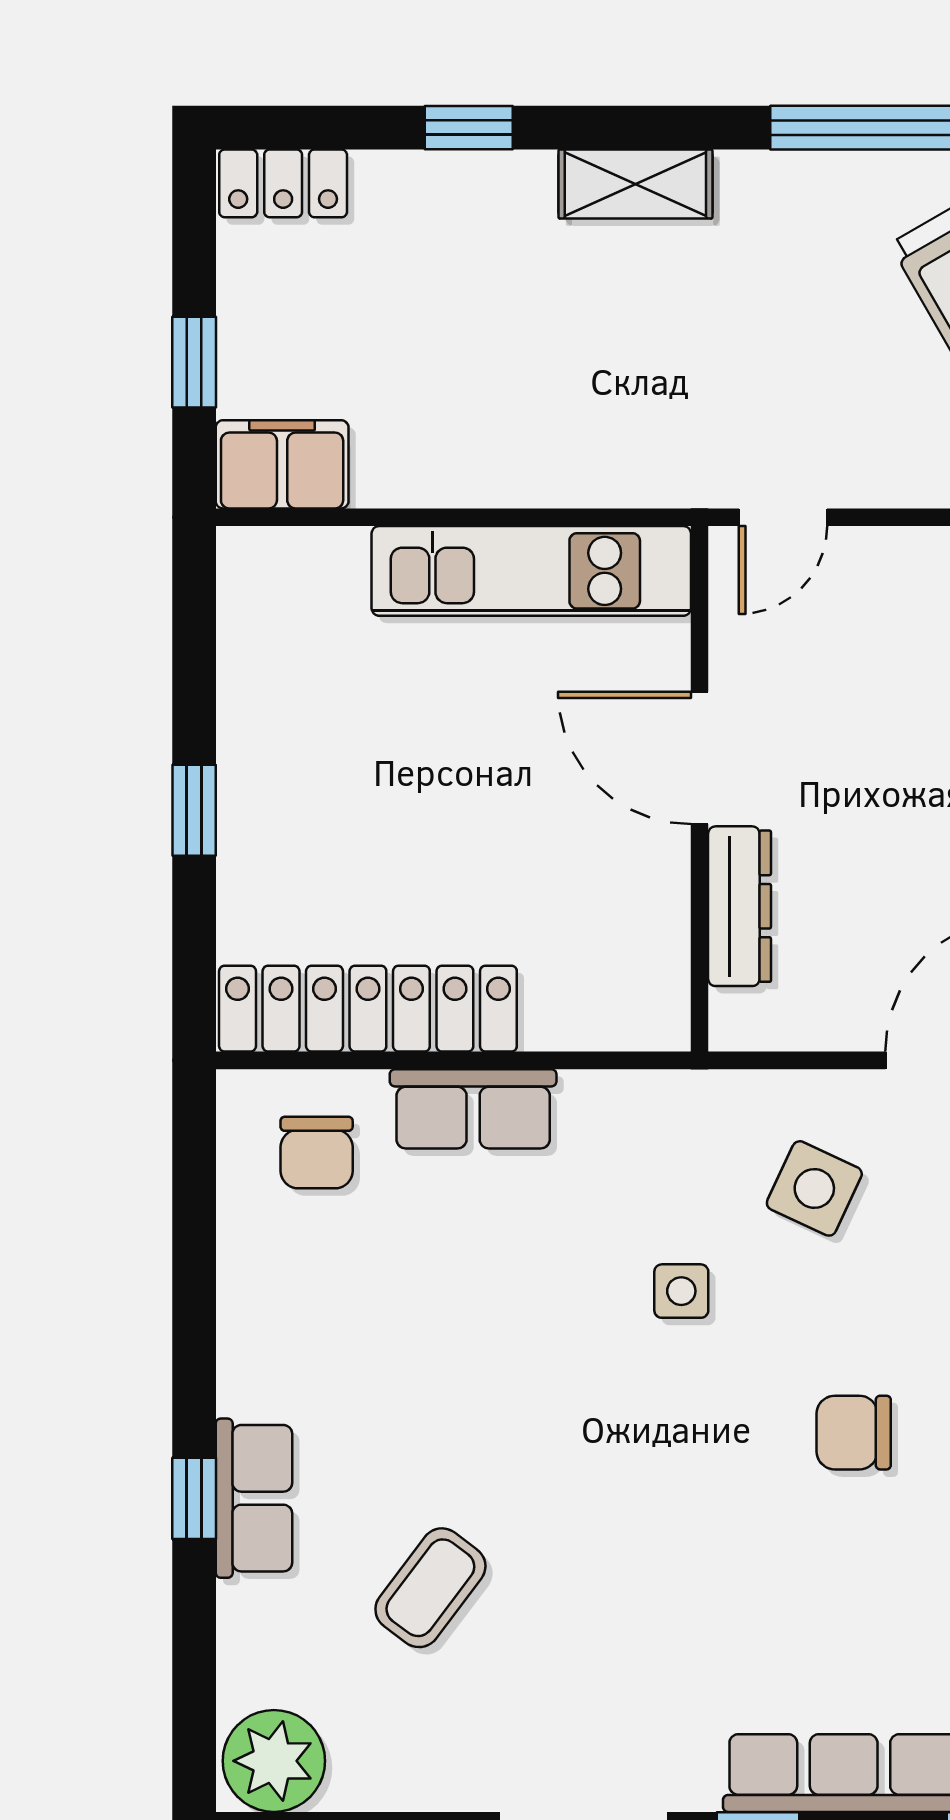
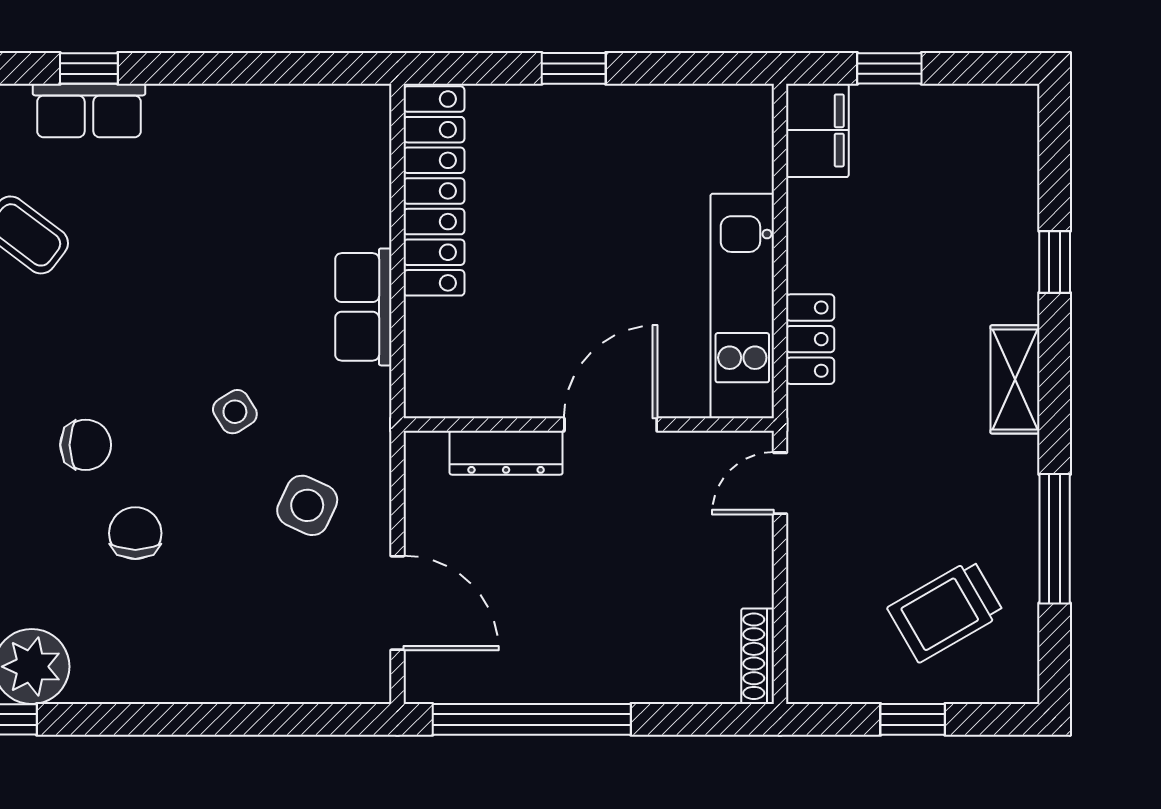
locker: (283, 183) -> (810, 339), moved, turned 180
door: (783, 517) -> (780, 483), hinge flipped
row of seats: (473, 1109) -> (363, 307), moved
chair: (317, 1153) -> (86, 445), moved, turned 180
side table: (681, 1291) -> (235, 412), turned -32

